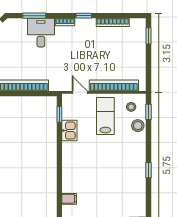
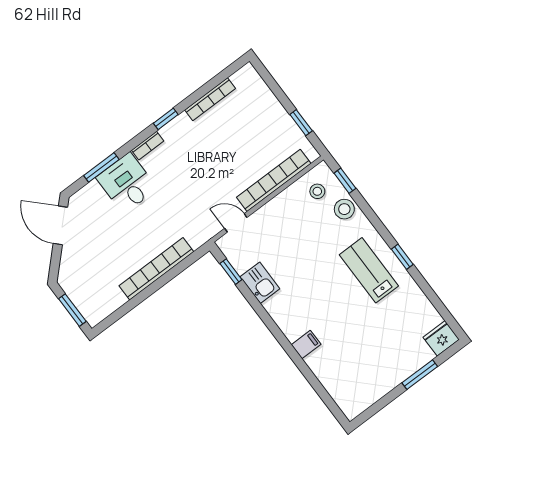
window: (148, 36) -> (301, 123), moved
lab bench: (105, 116) -> (369, 270), moved
filing cabinet: (69, 199) -> (306, 345), moved

